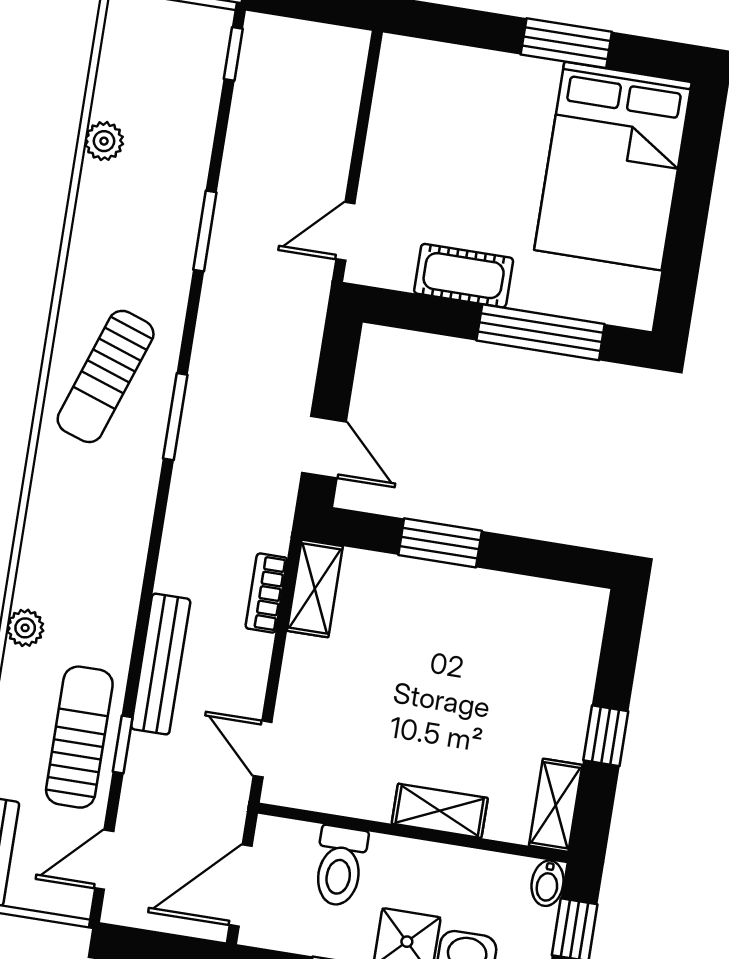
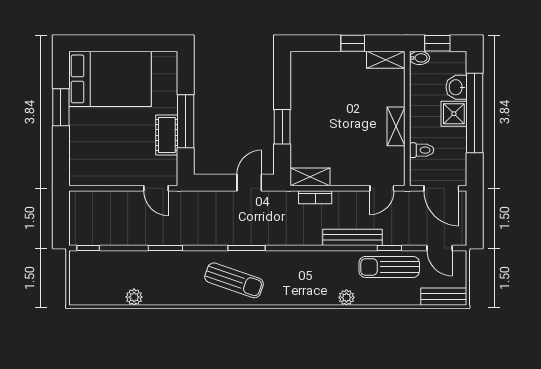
window: (541, 332) -> (186, 121), moved
shelving: (440, 811) -> (396, 126), moved
toilet: (340, 866) -> (422, 150), width x0.73, depth x0.72

